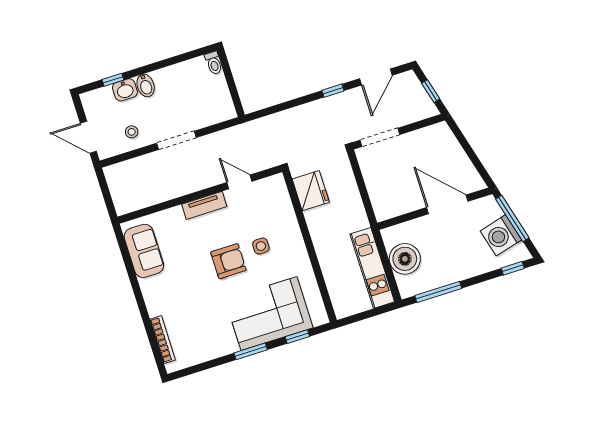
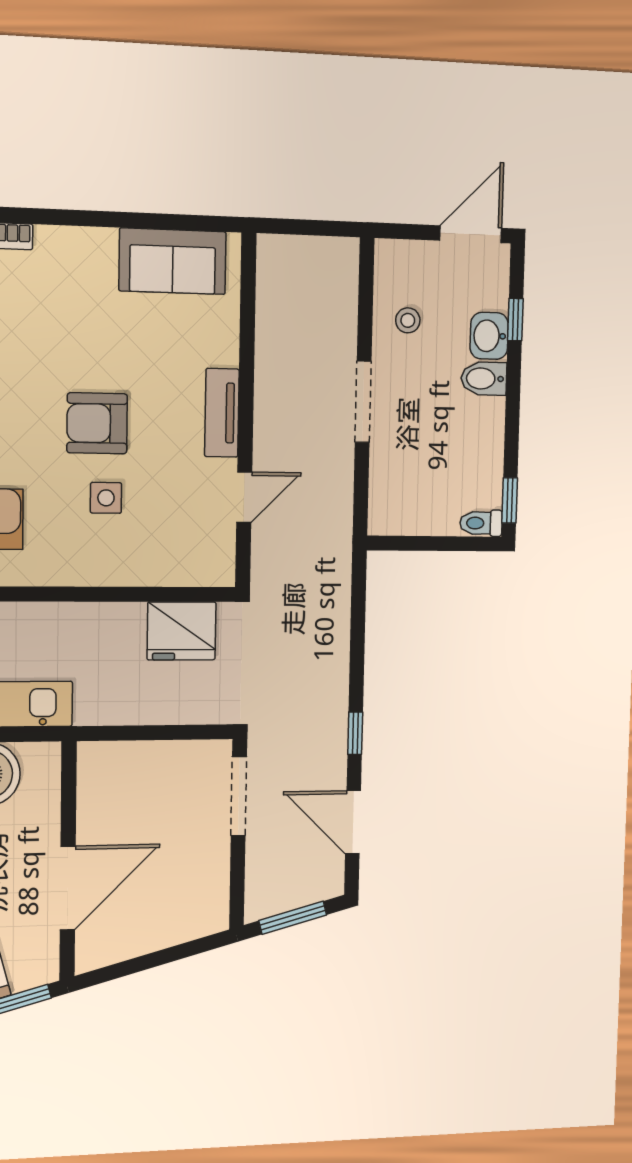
window: (198, 53) -> (510, 500), added
window: (431, 91) -> (293, 918), width x1.50
door: (88, 137) -> (471, 234), moved
armchair: (228, 261) -> (97, 423), turned 90

